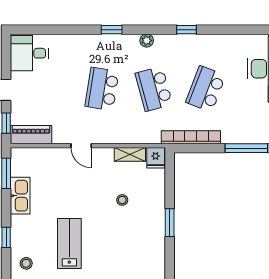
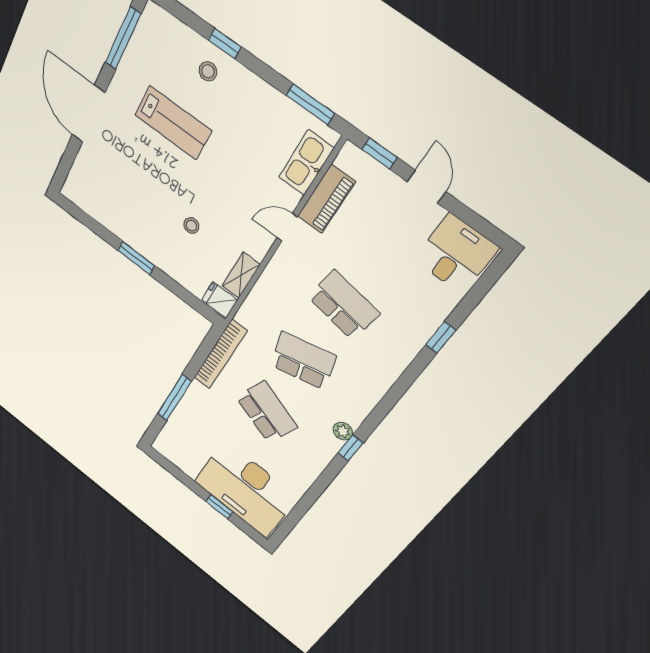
window: (112, 30) -> (441, 338), moved
plant: (147, 40) -> (343, 431), moved
piano: (31, 135) -> (326, 199), moved
kitchen sink: (20, 196) -> (306, 163), moved, turned 90
stool: (26, 263) -> (208, 71), moved

